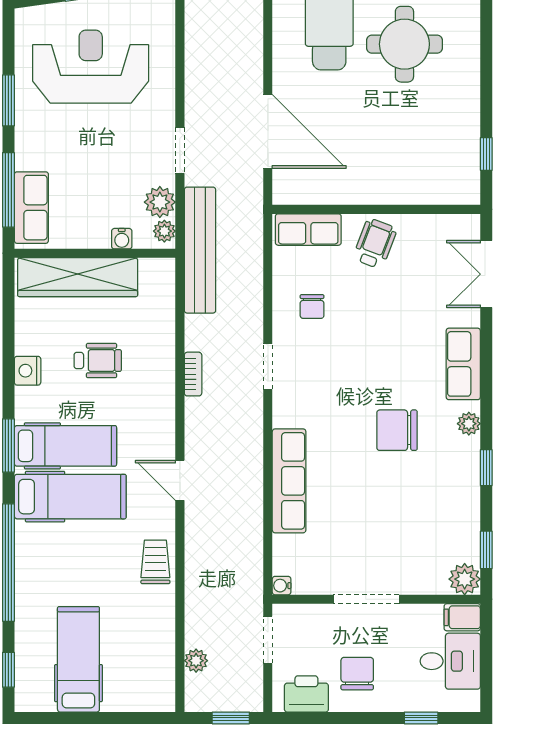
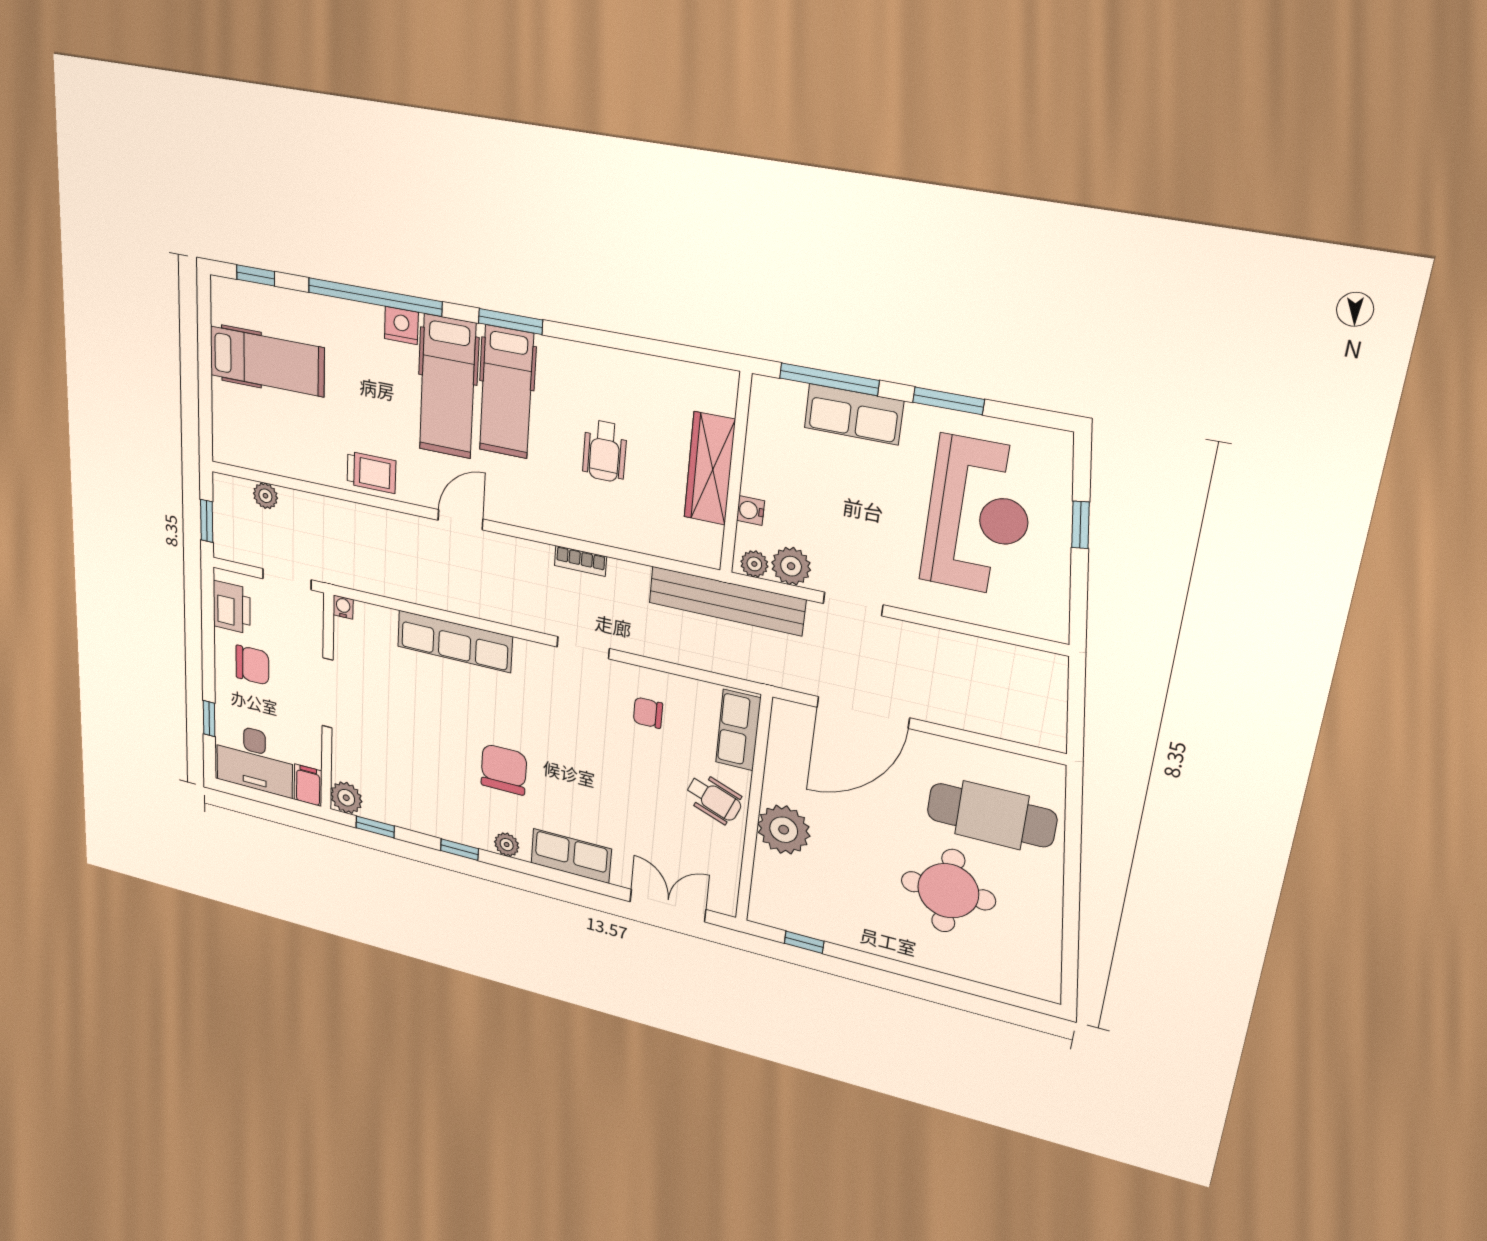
plant: (387, 183) -> (784, 830), added
row of seats: (31, 208) -> (854, 414), moved
wardrobe: (78, 277) -> (710, 469), width x0.71, depth x0.85
nightstand: (28, 371) -> (401, 326), moved
desk: (450, 661) -> (255, 759), width x1.37

